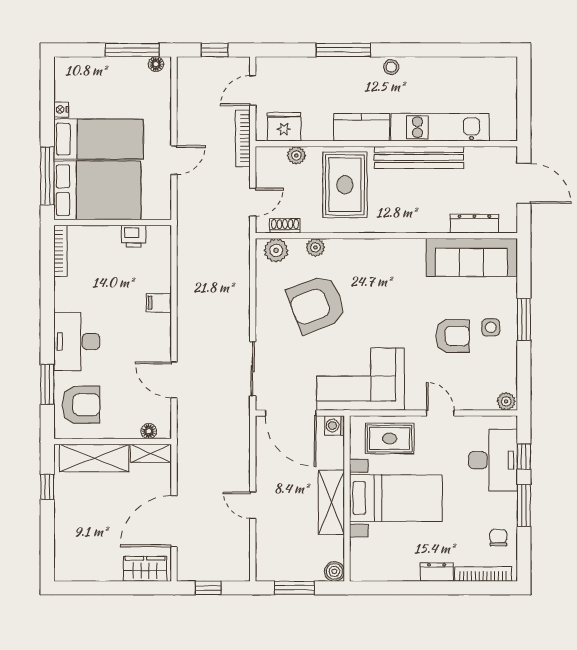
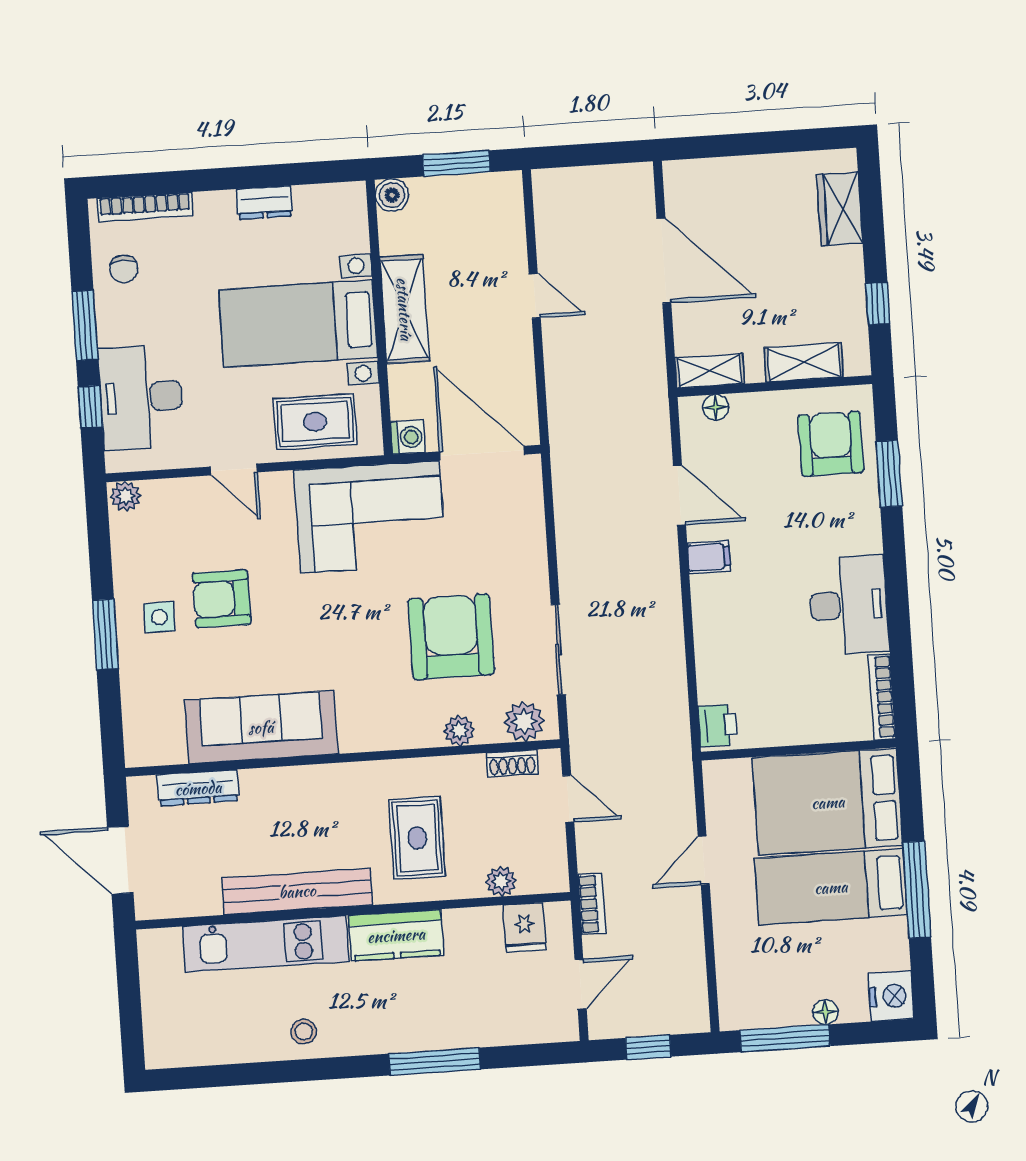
floor lamp: (156, 64) -> (825, 1012), moved
stool: (391, 67) -> (304, 1031), moved
nightstand: (61, 109) -> (891, 996), moved, width x1.89, depth x1.79
fridge: (284, 127) -> (525, 928), width x0.72
bookcase: (243, 138) -> (592, 904), width x0.64
window: (47, 176) -> (917, 890), moved
rug: (345, 185) -> (417, 838), width x0.73, depth x0.70
door: (253, 202) -> (568, 799), swing flipped
printer: (134, 236) -> (718, 725), moved, turned 90
sofa: (471, 257) -> (261, 727), moved
filing cabinet: (159, 303) -> (709, 557), moved
armchair: (317, 304) -> (451, 637), turned -69
desk: (77, 342) -> (849, 605), moved
sliding door: (253, 369) -> (558, 650), moved
armchair: (81, 405) -> (831, 444), turned 90
shelving: (94, 458) -> (804, 362), width x0.67, depth x0.75
door: (174, 521) -> (664, 261), hinge flipped
wardrobe: (145, 569) -> (840, 209), moved, turned 90
dresser: (437, 572) -> (264, 203), moved
window: (208, 588) -> (600, 154), removed

